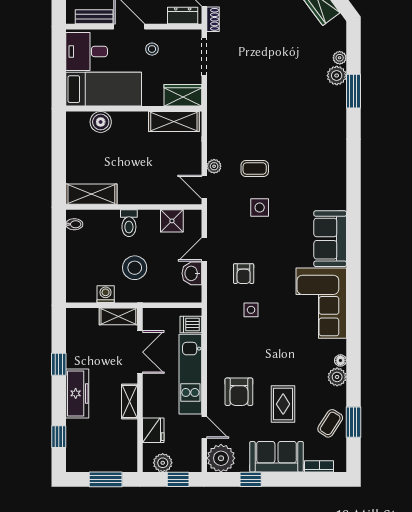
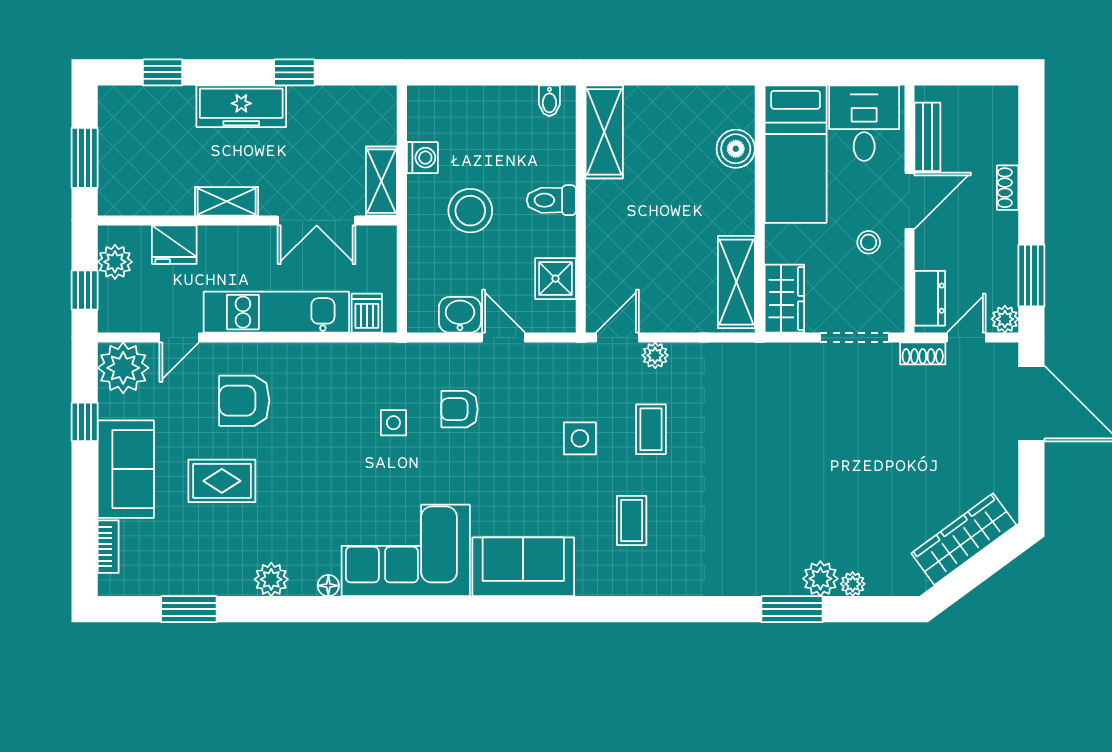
floor lamp: (340, 360) -> (328, 586), moved
coffee table: (330, 423) -> (632, 520), moved, turned 57

